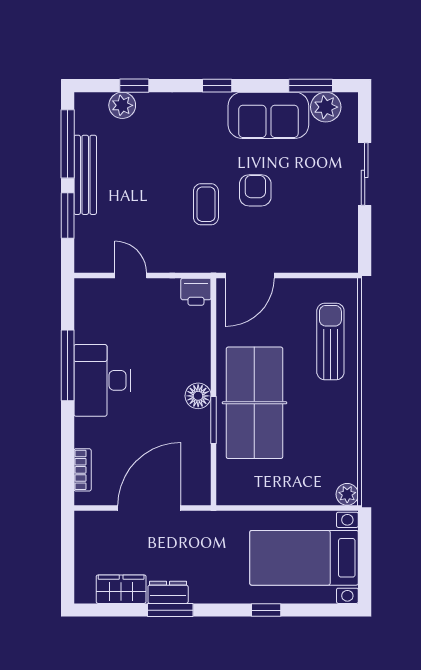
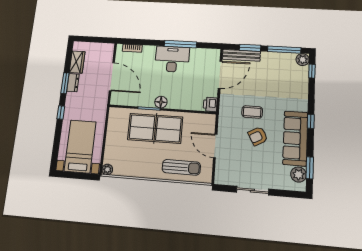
window: (134, 86) -> (312, 71), moved
plant: (122, 105) -> (303, 60), moved
sofa: (268, 115) -> (295, 138), width x1.36
sliding door: (365, 174) -> (252, 191), moved
bench: (85, 175) -> (241, 55), moved
armchair: (255, 190) -> (258, 136), turned 151
door: (131, 275) -> (220, 75), width x1.88
door: (250, 275) -> (215, 146), moved
window: (266, 610) -> (61, 112), moved

